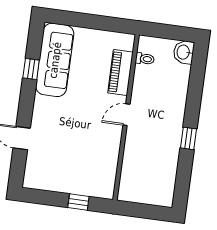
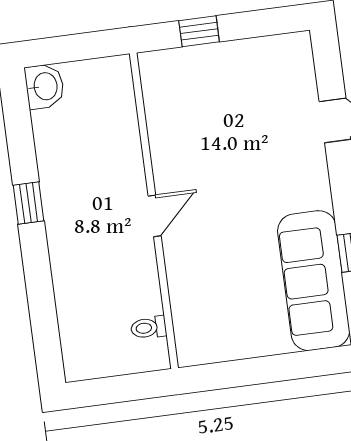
washbasin: (184, 52) -> (45, 86), moved
piano: (120, 73) -> (187, 290), removed

